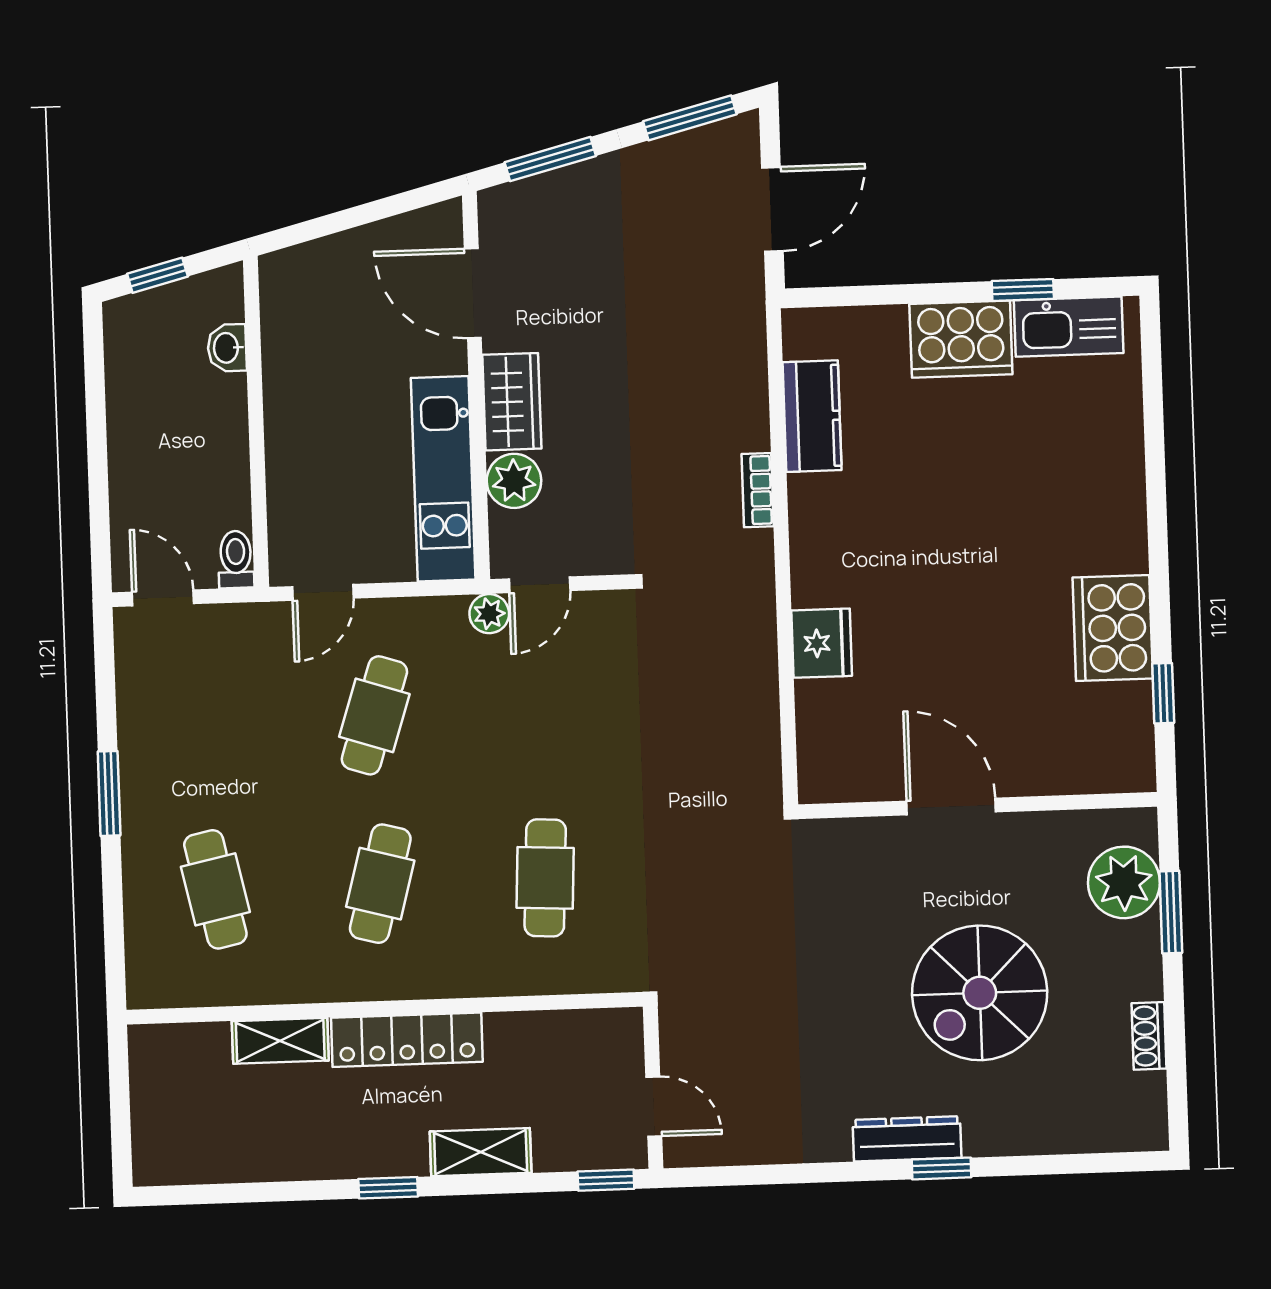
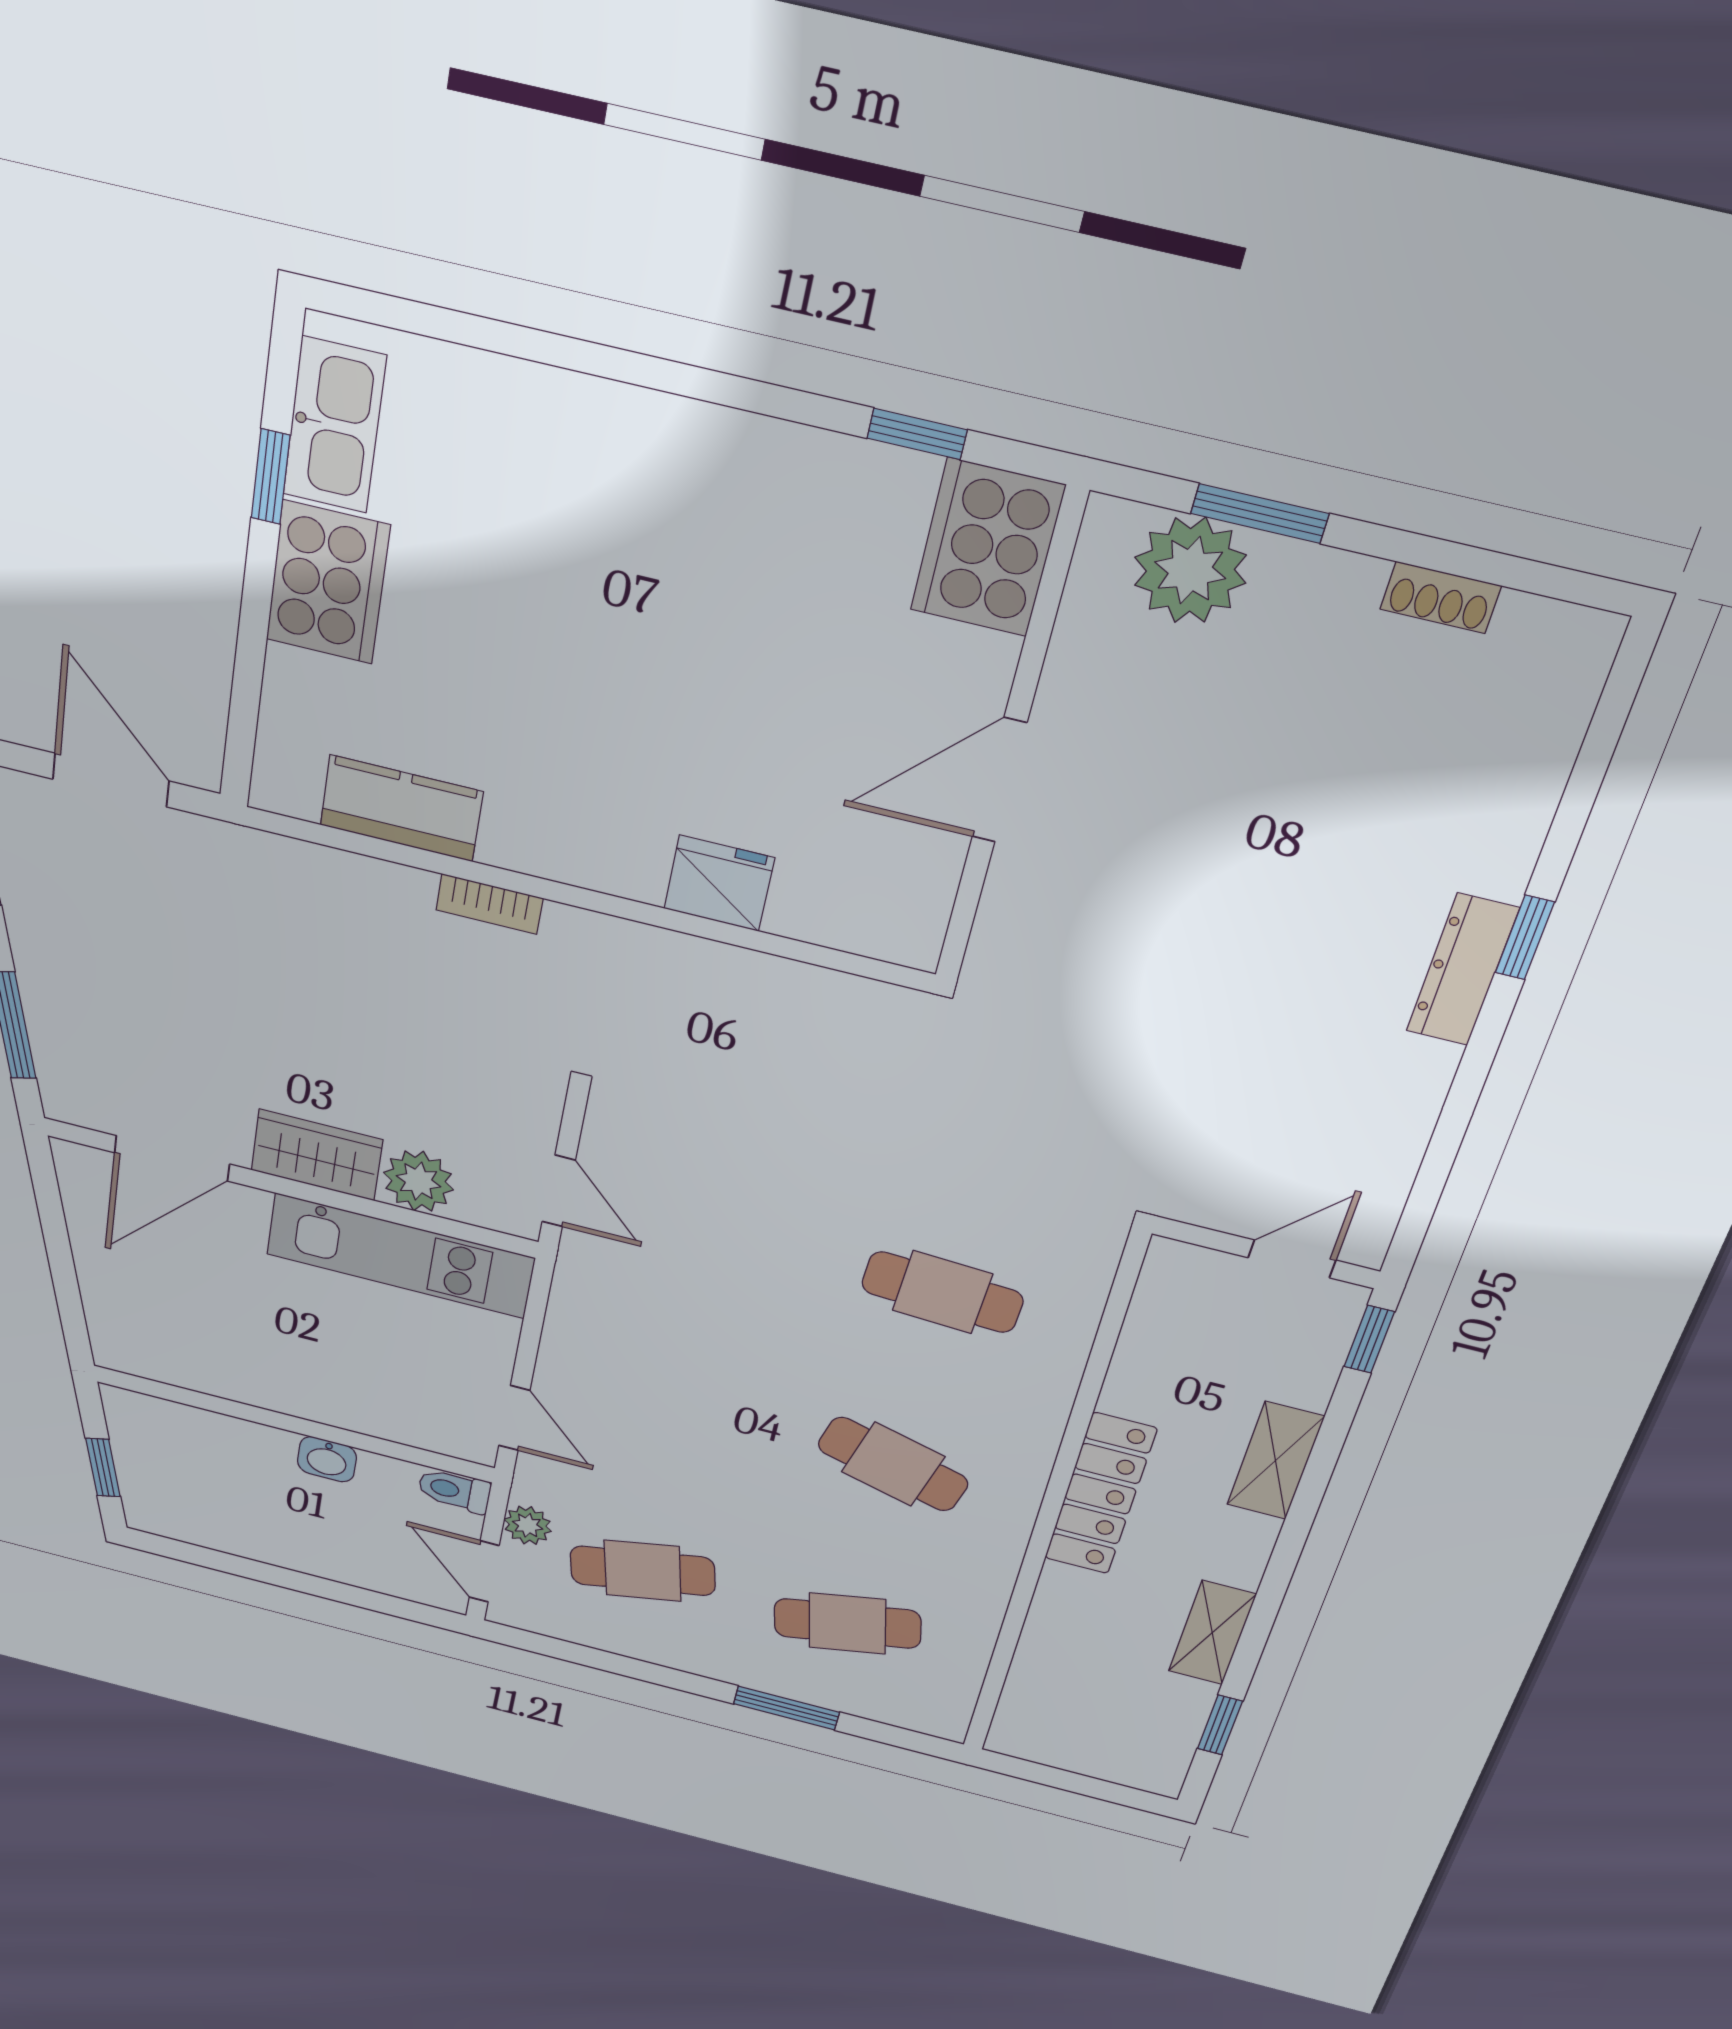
washbasin: (227, 348) -> (327, 1459), moved
door: (163, 598) -> (484, 1571), hinge flipped
plant: (489, 614) -> (528, 1525), moved
cooker: (1113, 628) -> (987, 548), moved, turned 90
cafe table: (374, 715) -> (643, 1571), moved, turned -30
window: (109, 793) -> (786, 1708), moved
spiral stairs: (980, 993) -> (1286, 817), removed
shelving: (280, 1041) -> (1212, 1633), moved
window: (388, 1188) -> (1220, 1725), moved

